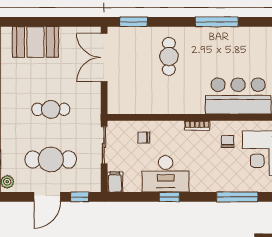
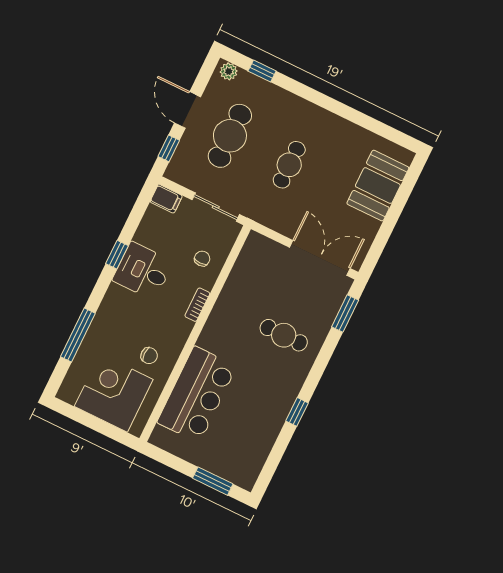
window: (217, 22) -> (297, 412), width x0.46
bookcase: (197, 125) -> (197, 305), moved
desk: (166, 174) -> (143, 271), width x0.73

